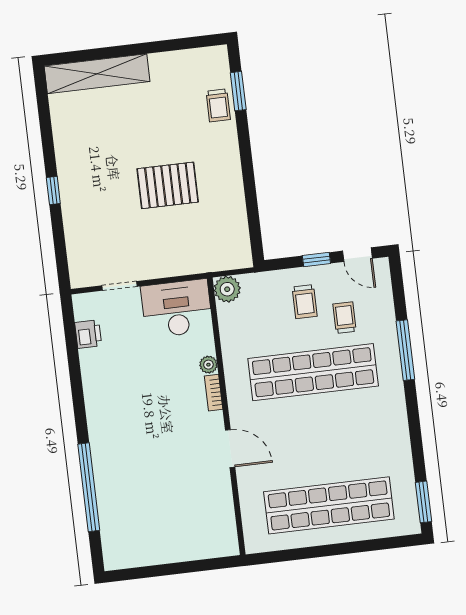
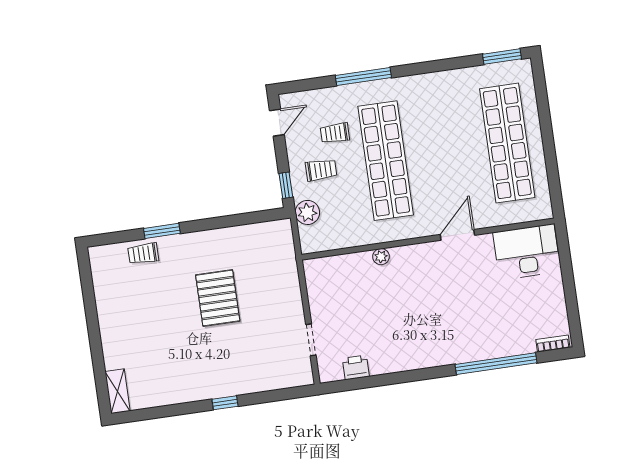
shelving: (97, 74) -> (118, 391), width x0.45, depth x0.75
window: (238, 91) -> (162, 231), moved
trolley: (218, 105) -> (143, 254), turned 180
window: (316, 259) -> (286, 185), moved
plant: (227, 289) -> (307, 212), moved
desk: (177, 308) -> (527, 252), moved, turned 90
bookcase: (214, 393) -> (553, 344), moved, turned 180

